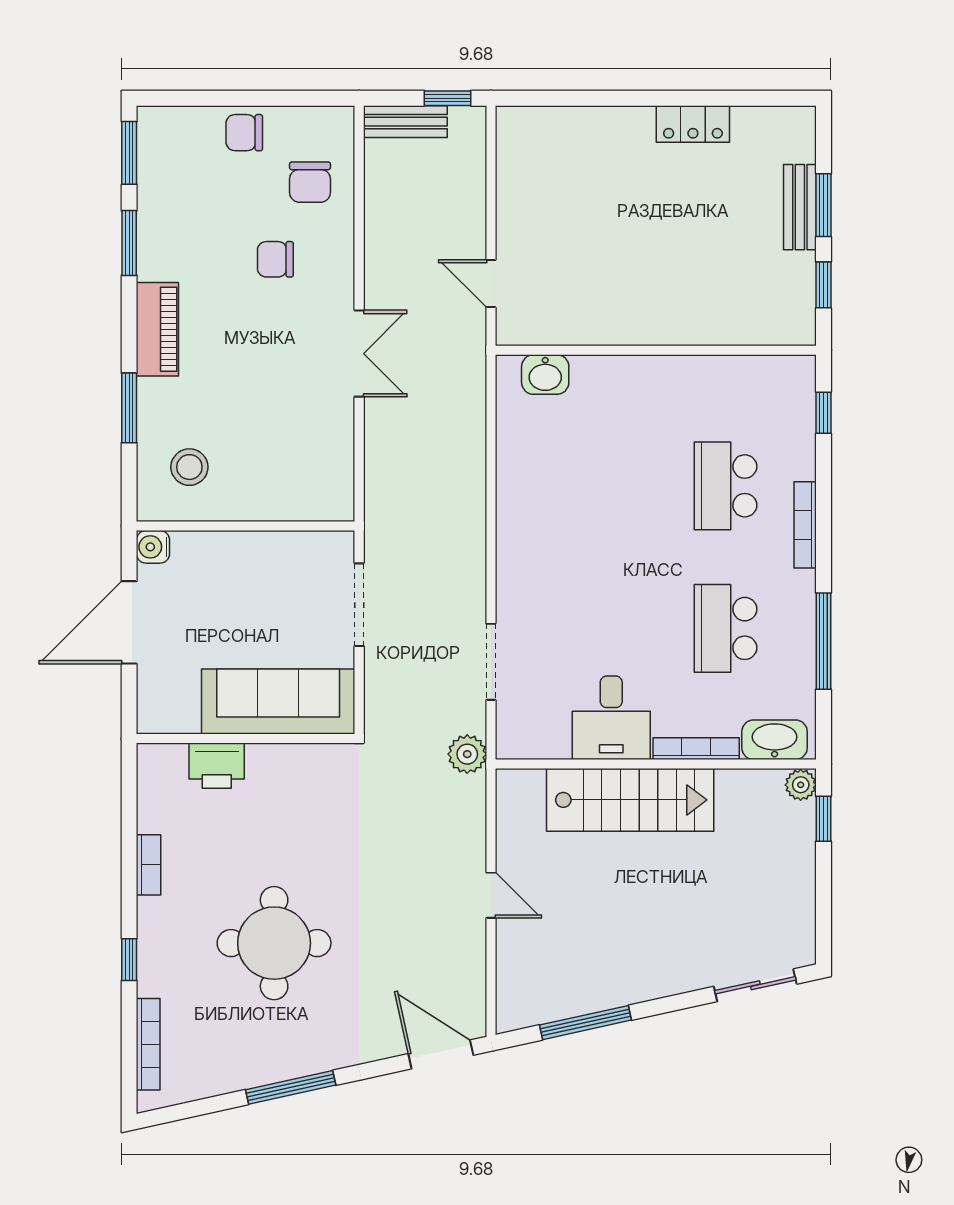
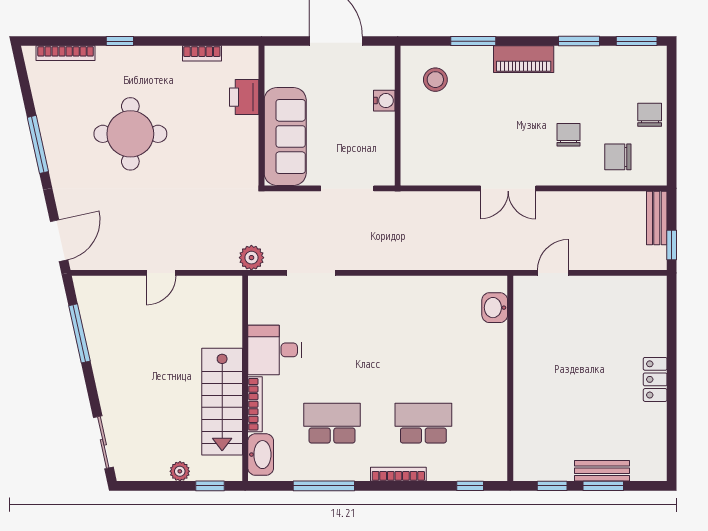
locker: (693, 124) -> (655, 379), moved
water cooler: (153, 547) -> (384, 101), moved, turned 90
plant: (801, 785) -> (180, 471), moved
stairs: (630, 800) -> (222, 402), moved
bookcase: (149, 865) -> (202, 53), moved

